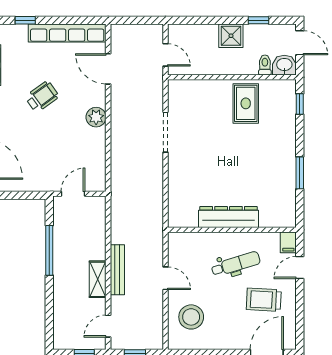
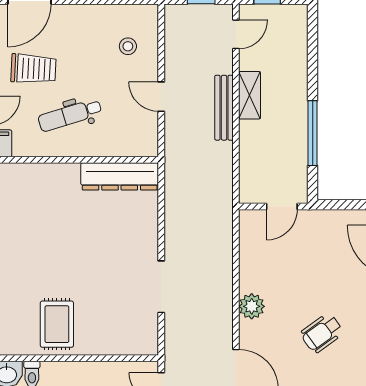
dresser: (228, 217) -> (120, 176), moved
stool: (191, 317) -> (128, 46), width x0.53, depth x0.53

